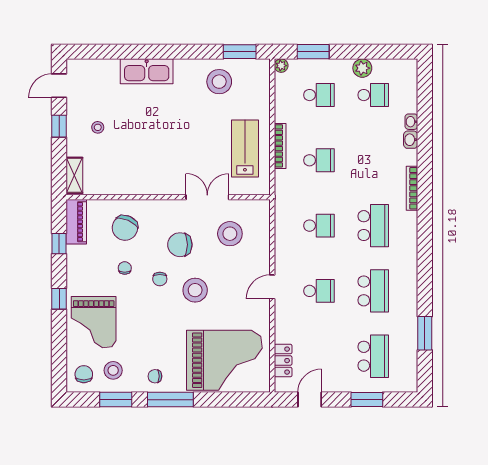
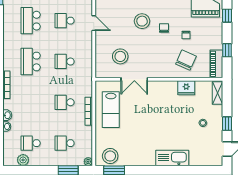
plant: (362, 68) -> (23, 160), moved
stool: (219, 82) -> (110, 156), moved
fridge: (124, 184) -> (186, 88), added
chair: (180, 245) -> (151, 50), removed
door: (272, 287) -> (94, 23), hinge flipped

